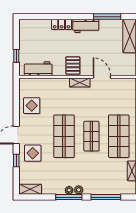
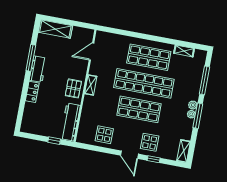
window: (107, 17) -> (31, 58), moved
pallet: (73, 65) -> (73, 88), turned 90
workbench: (38, 69) -> (70, 122), width x1.37
door: (102, 77) -> (91, 52), moved
shop shelf: (91, 136) -> (144, 83), width x2.00, depth x1.36

